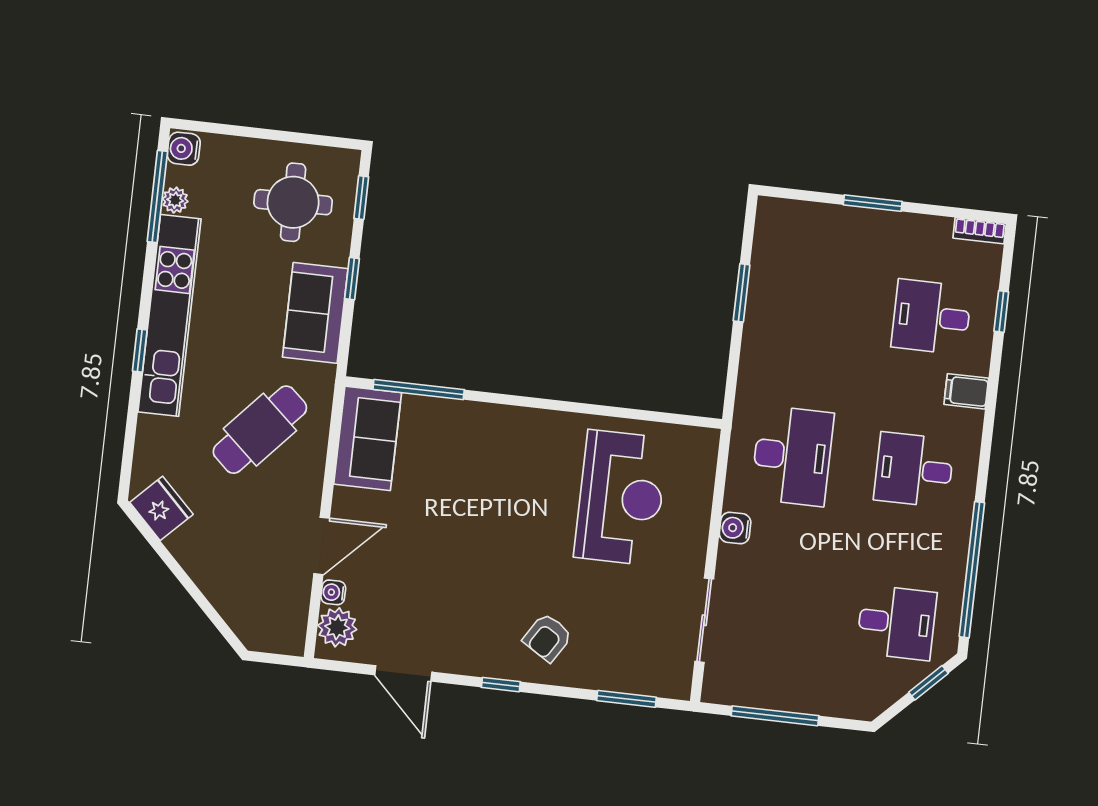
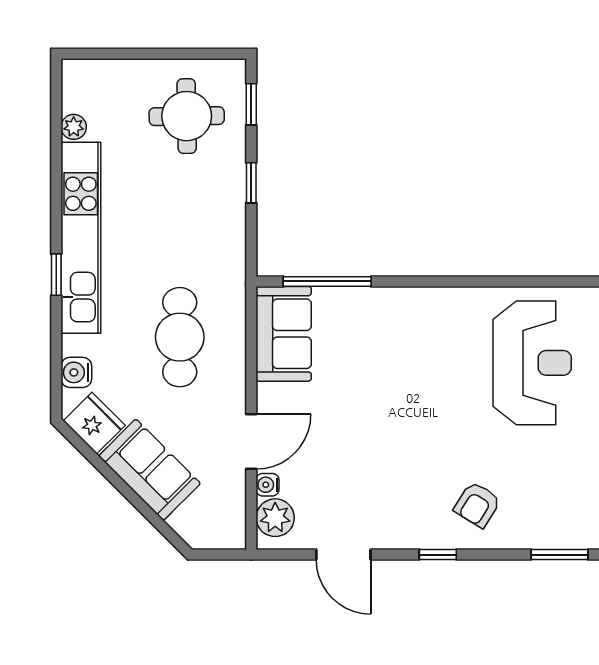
water cooler: (184, 149) -> (76, 372), moved
window: (157, 197) -> (56, 125), removed
sofa: (315, 313) -> (150, 470), moved, turned 135
cafe table: (260, 430) -> (180, 337), turned -42

